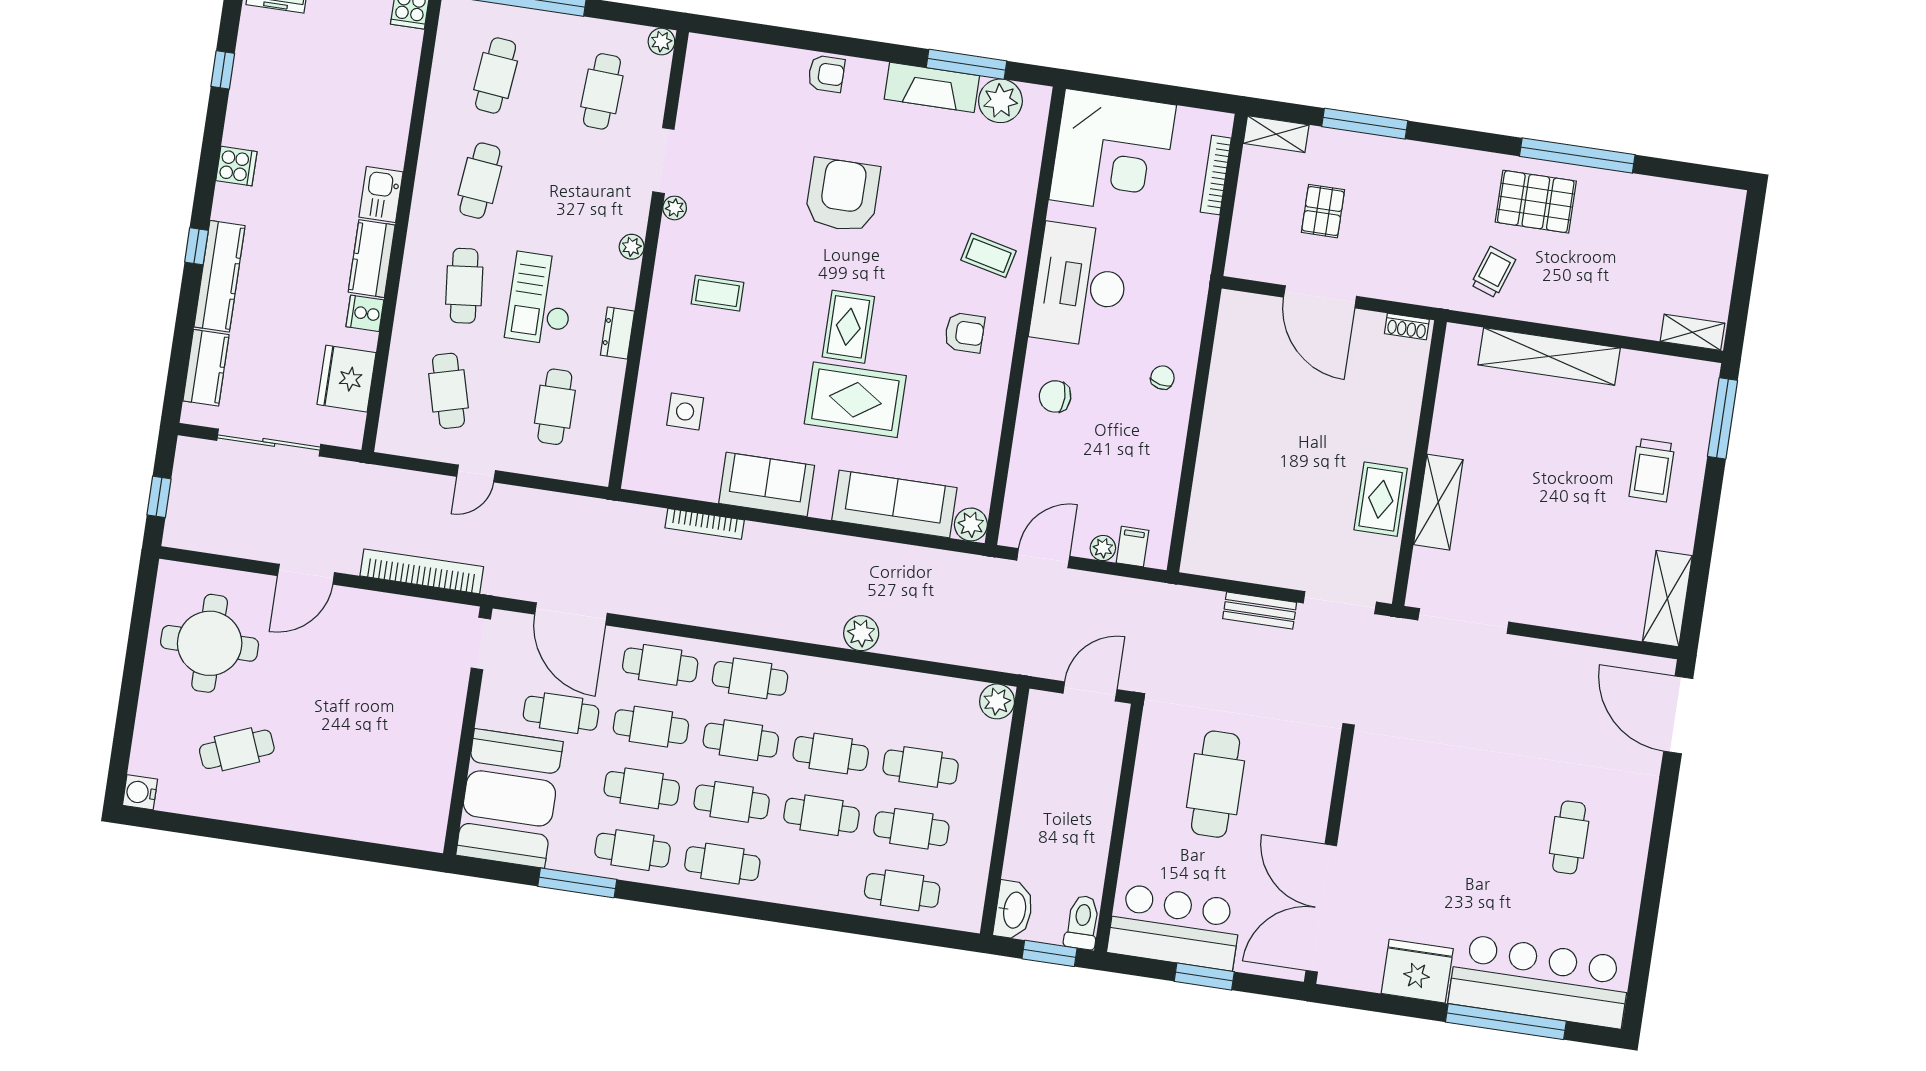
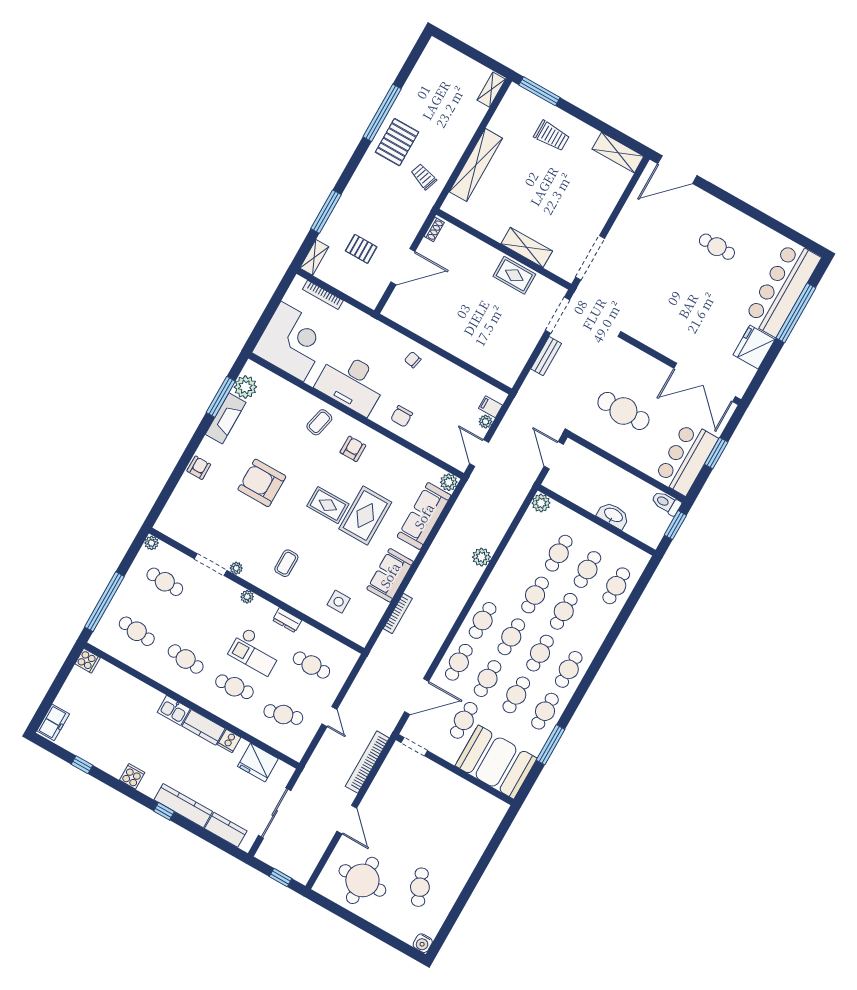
washbasin: (1014, 910) -> (613, 515), moved

